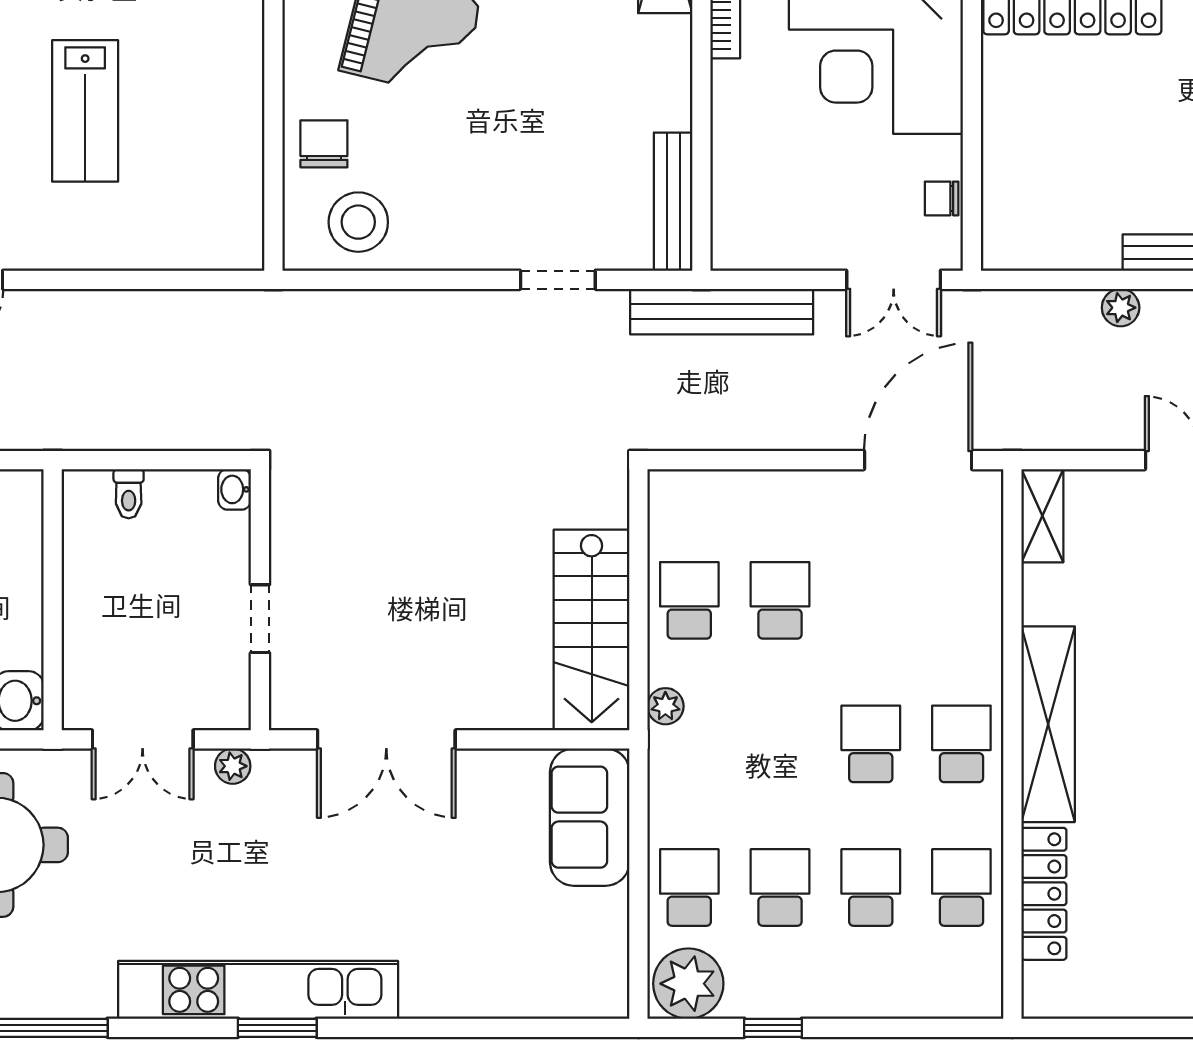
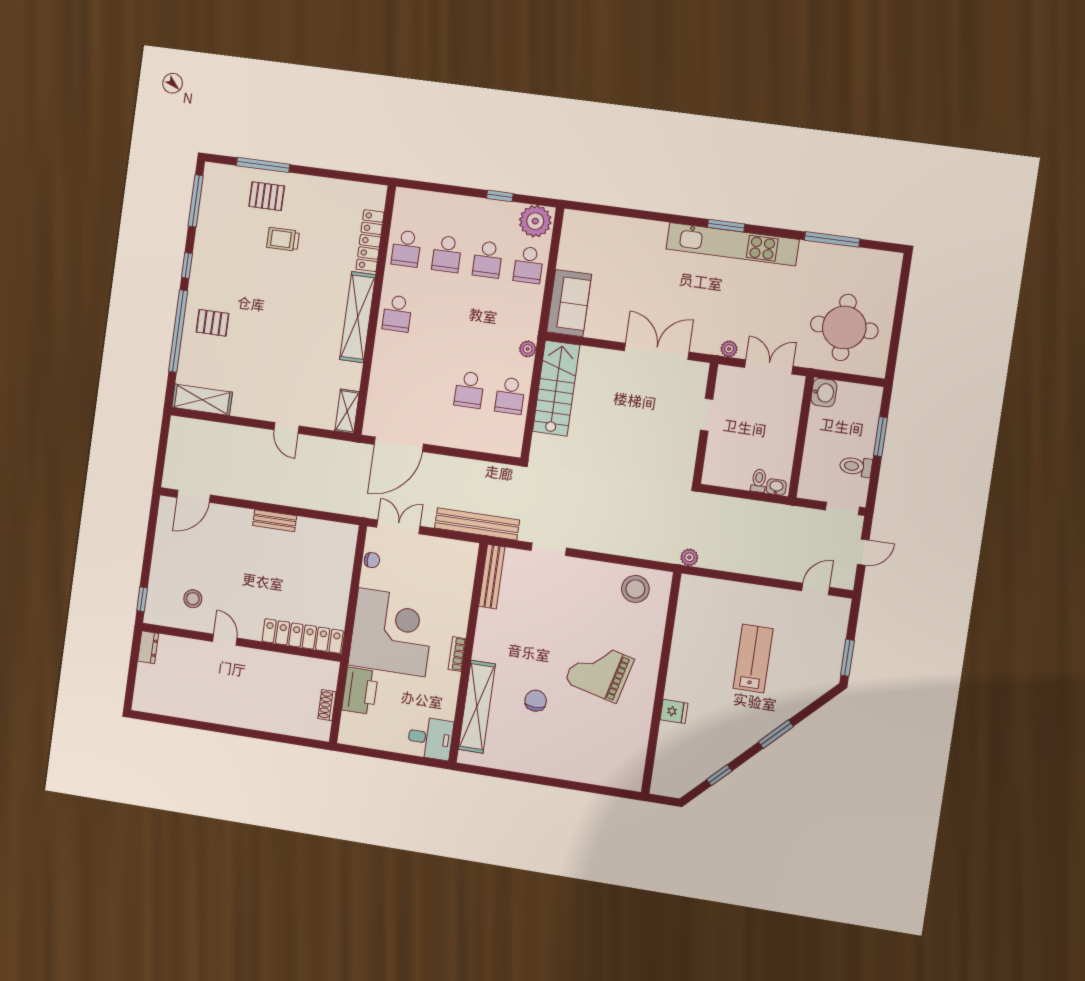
chair: (324, 144) -> (646, 627), removed
plant: (1121, 308) -> (689, 557), moved
washbasin: (234, 489) -> (776, 487), moved, turned -90
school desk: (871, 744) -> (438, 319), removed

